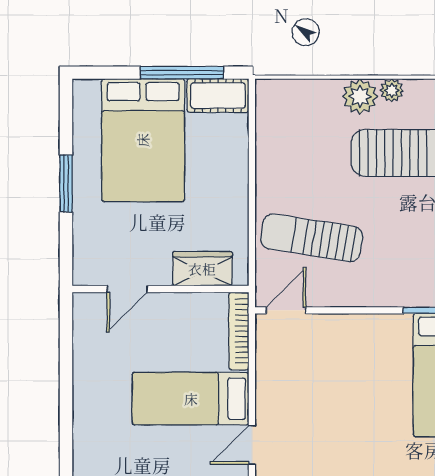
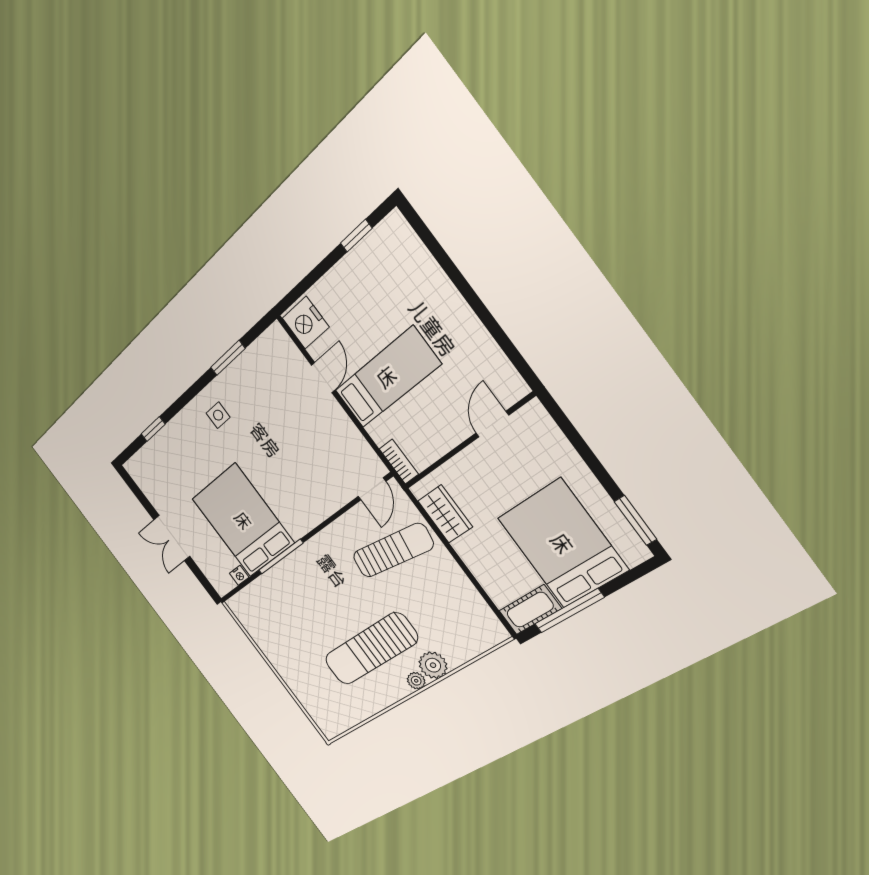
window: (66, 183) -> (636, 520), moved
wardrobe: (202, 269) -> (445, 514), moved, turned -90
bookcase: (239, 331) -> (399, 462), width x0.64

